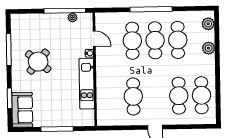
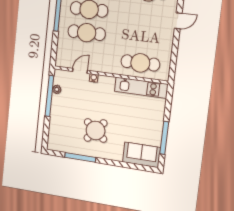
kitchen unit: (87, 84) -> (141, 88), moved
cafe table: (133, 96) -> (140, 63), moved
window: (10, 98) -> (128, 165), removed
window: (57, 129) -> (164, 138), moved

